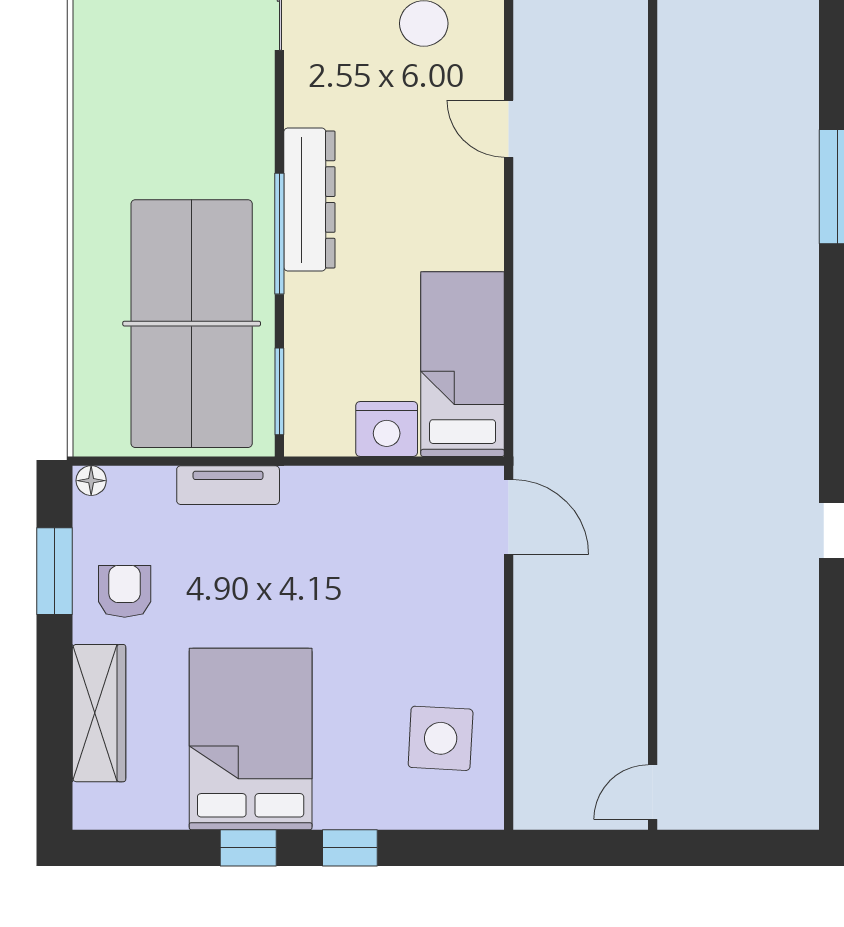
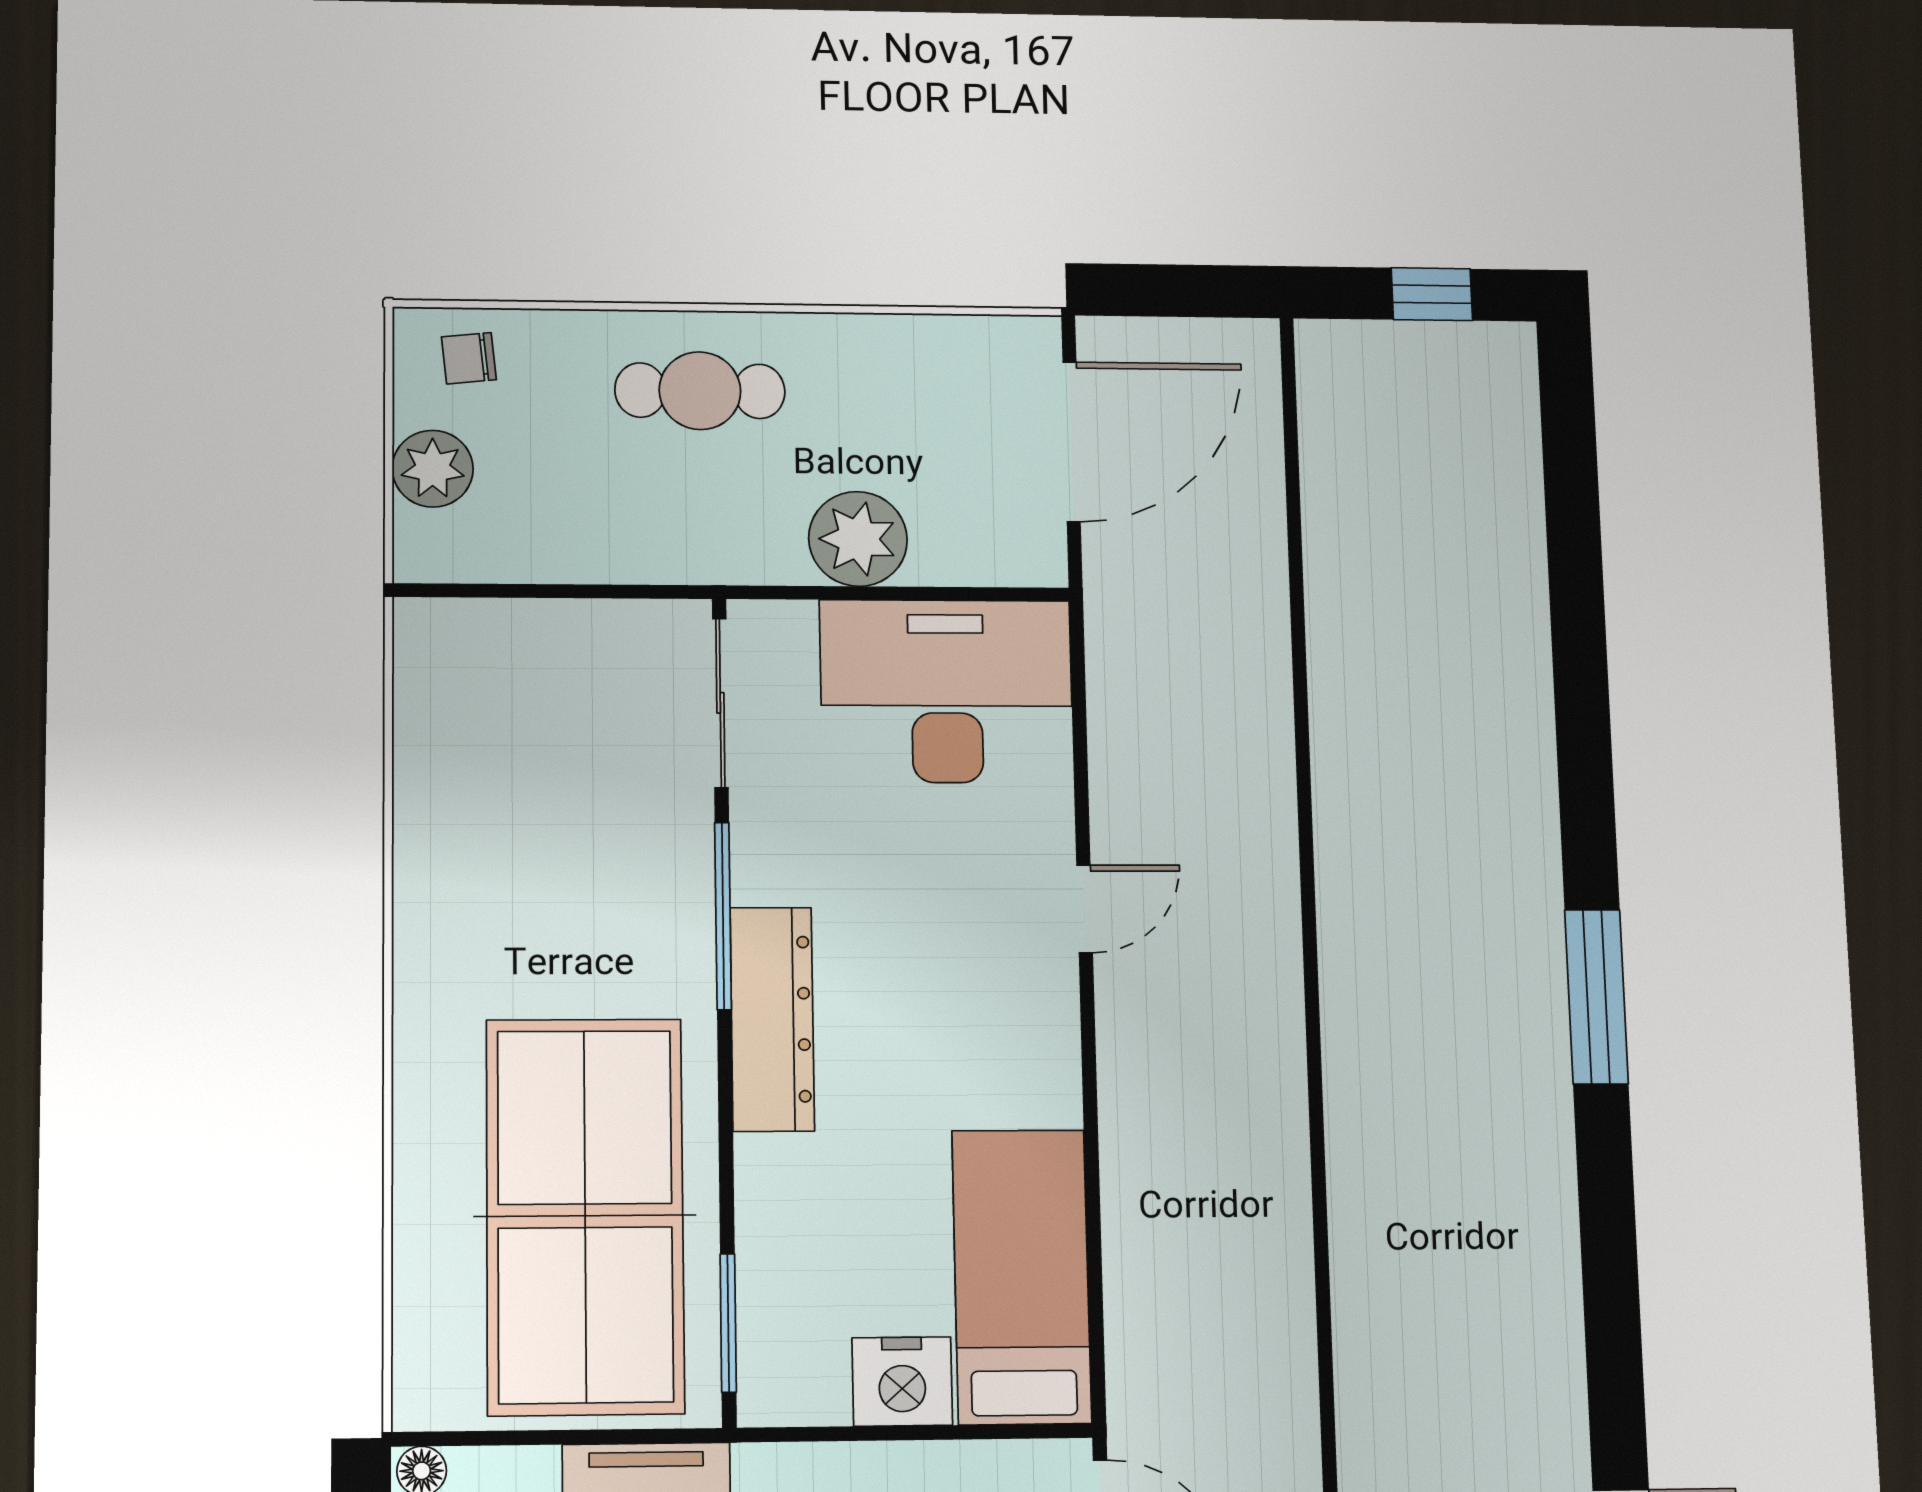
door: (509, 129) -> (1085, 909), swing flipped
window: (279, 234) -> (723, 916), moved

